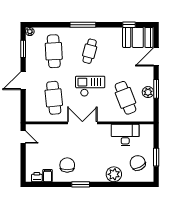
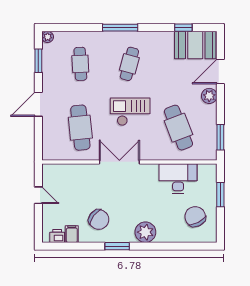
cafe table: (54, 51) -> (80, 64), width x0.73, depth x0.74
window: (156, 89) -> (220, 137), moved
plant: (148, 92) -> (209, 96), moved
door: (23, 137) -> (38, 195), moved
window: (156, 157) -> (220, 195), moved
chair: (67, 165) -> (99, 220), turned 127
plant: (114, 174) -> (145, 232), moved

